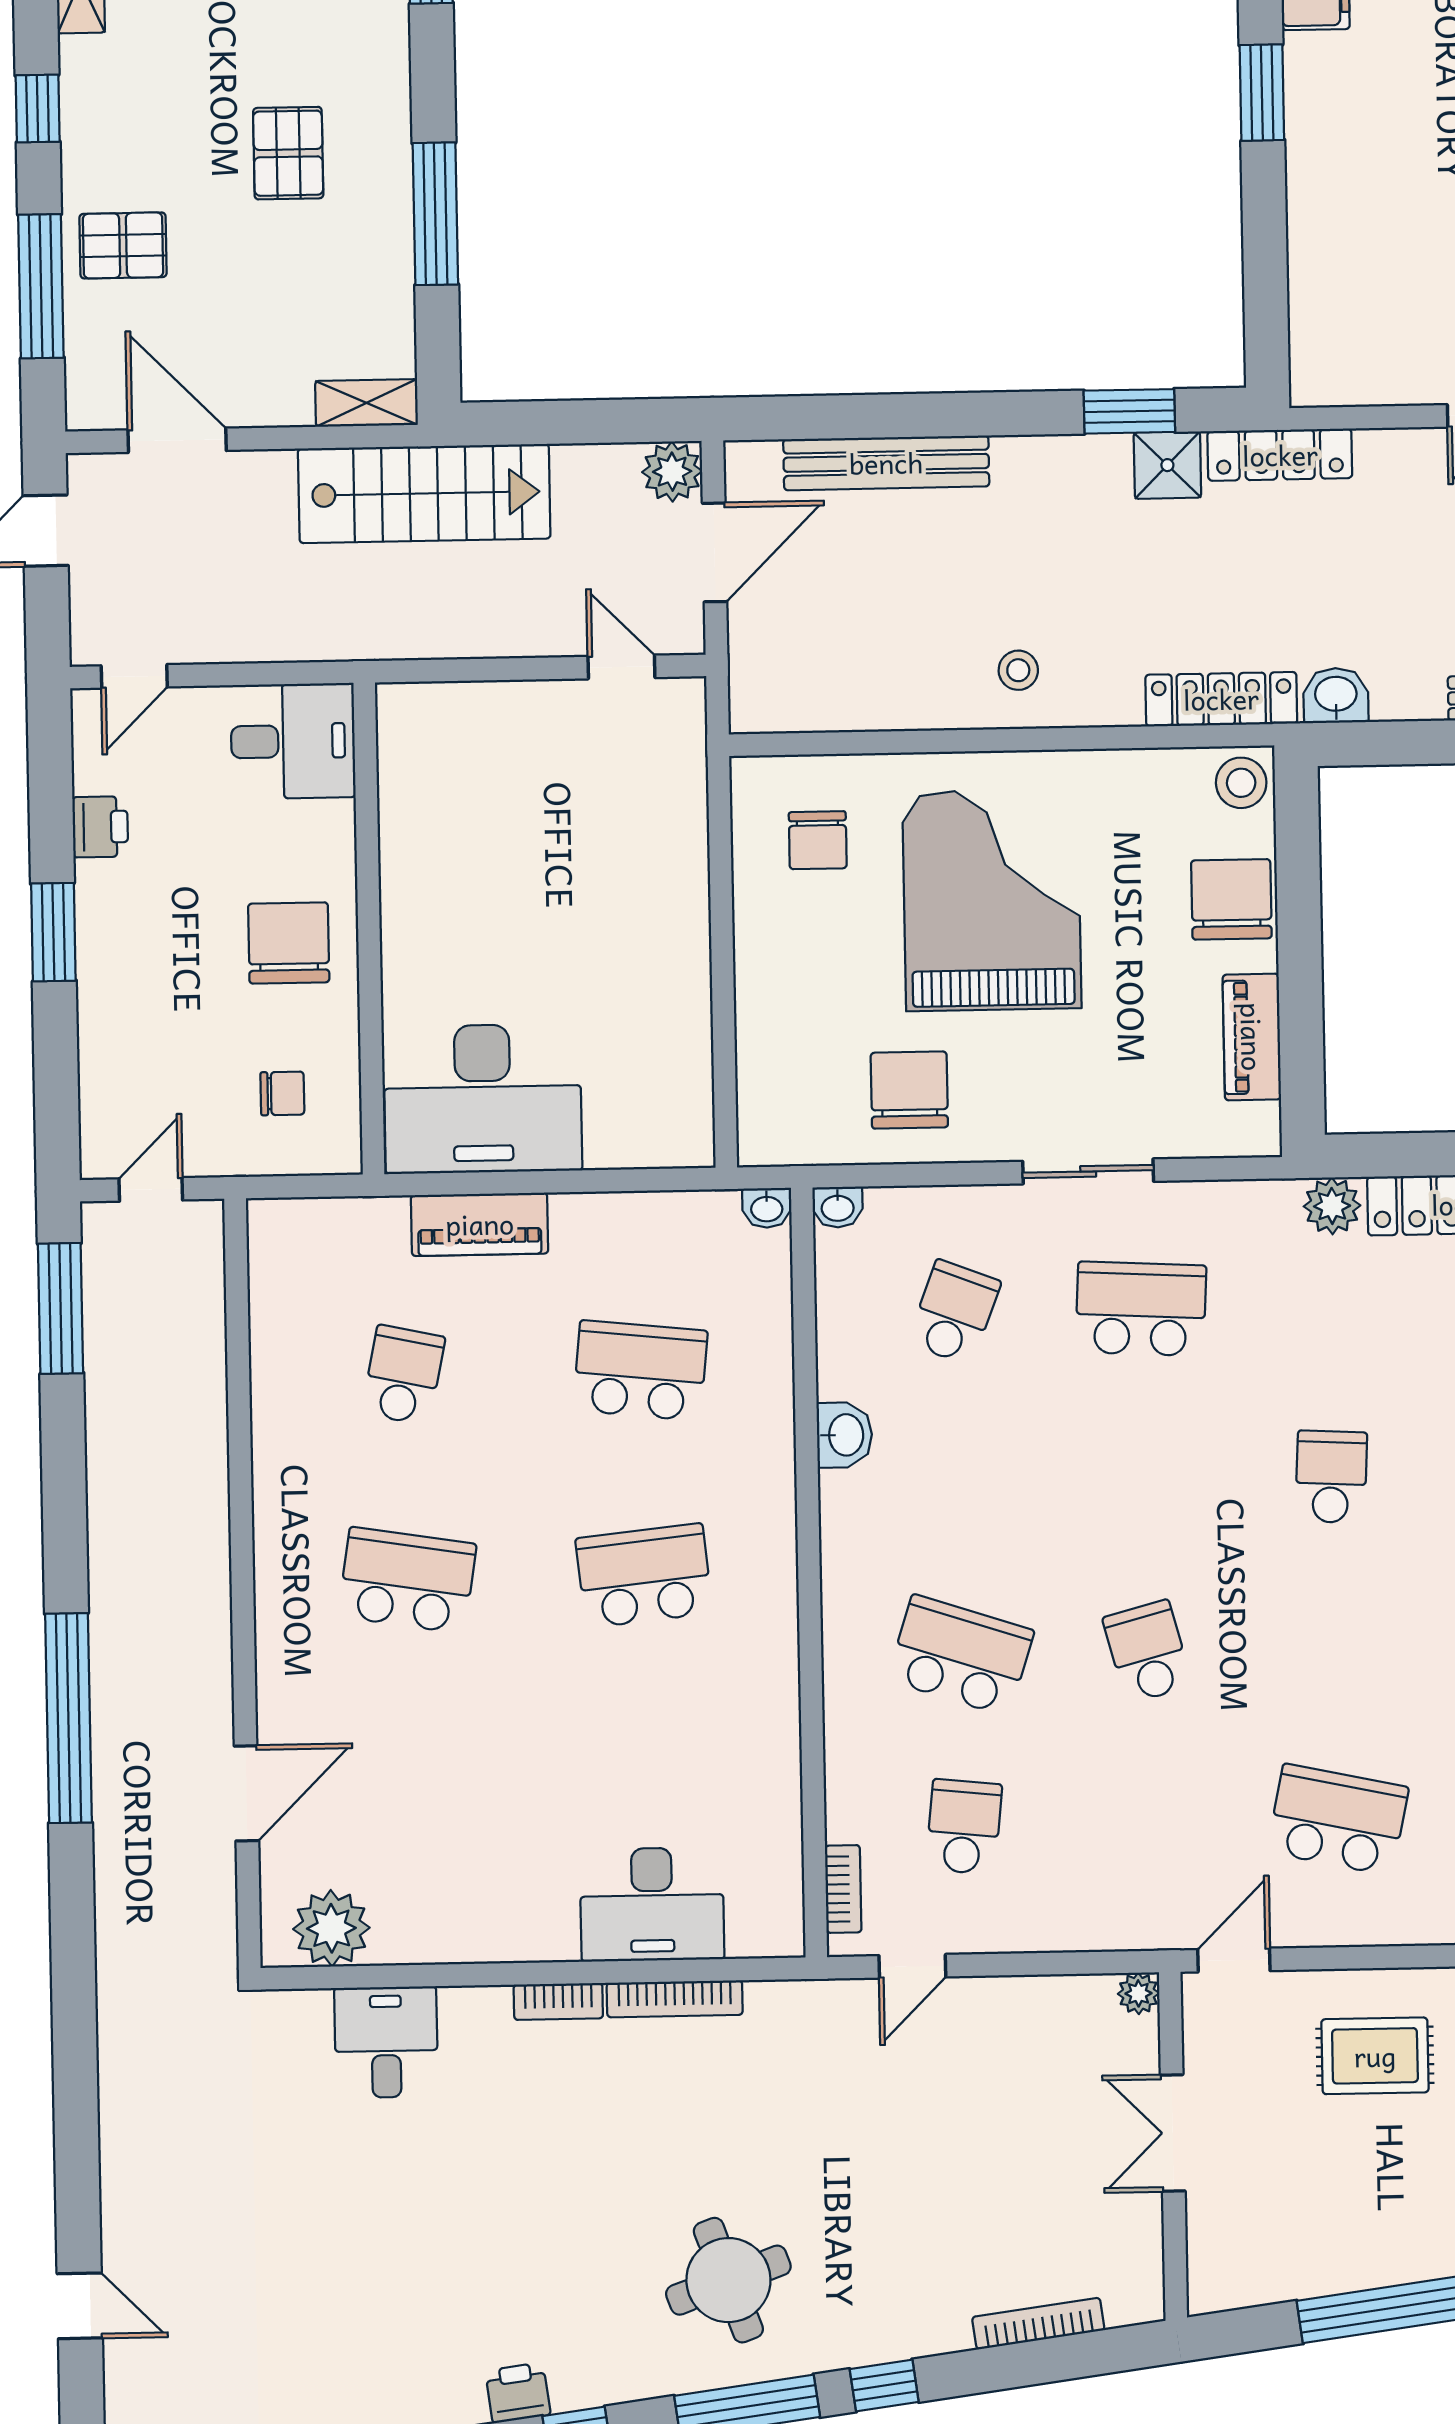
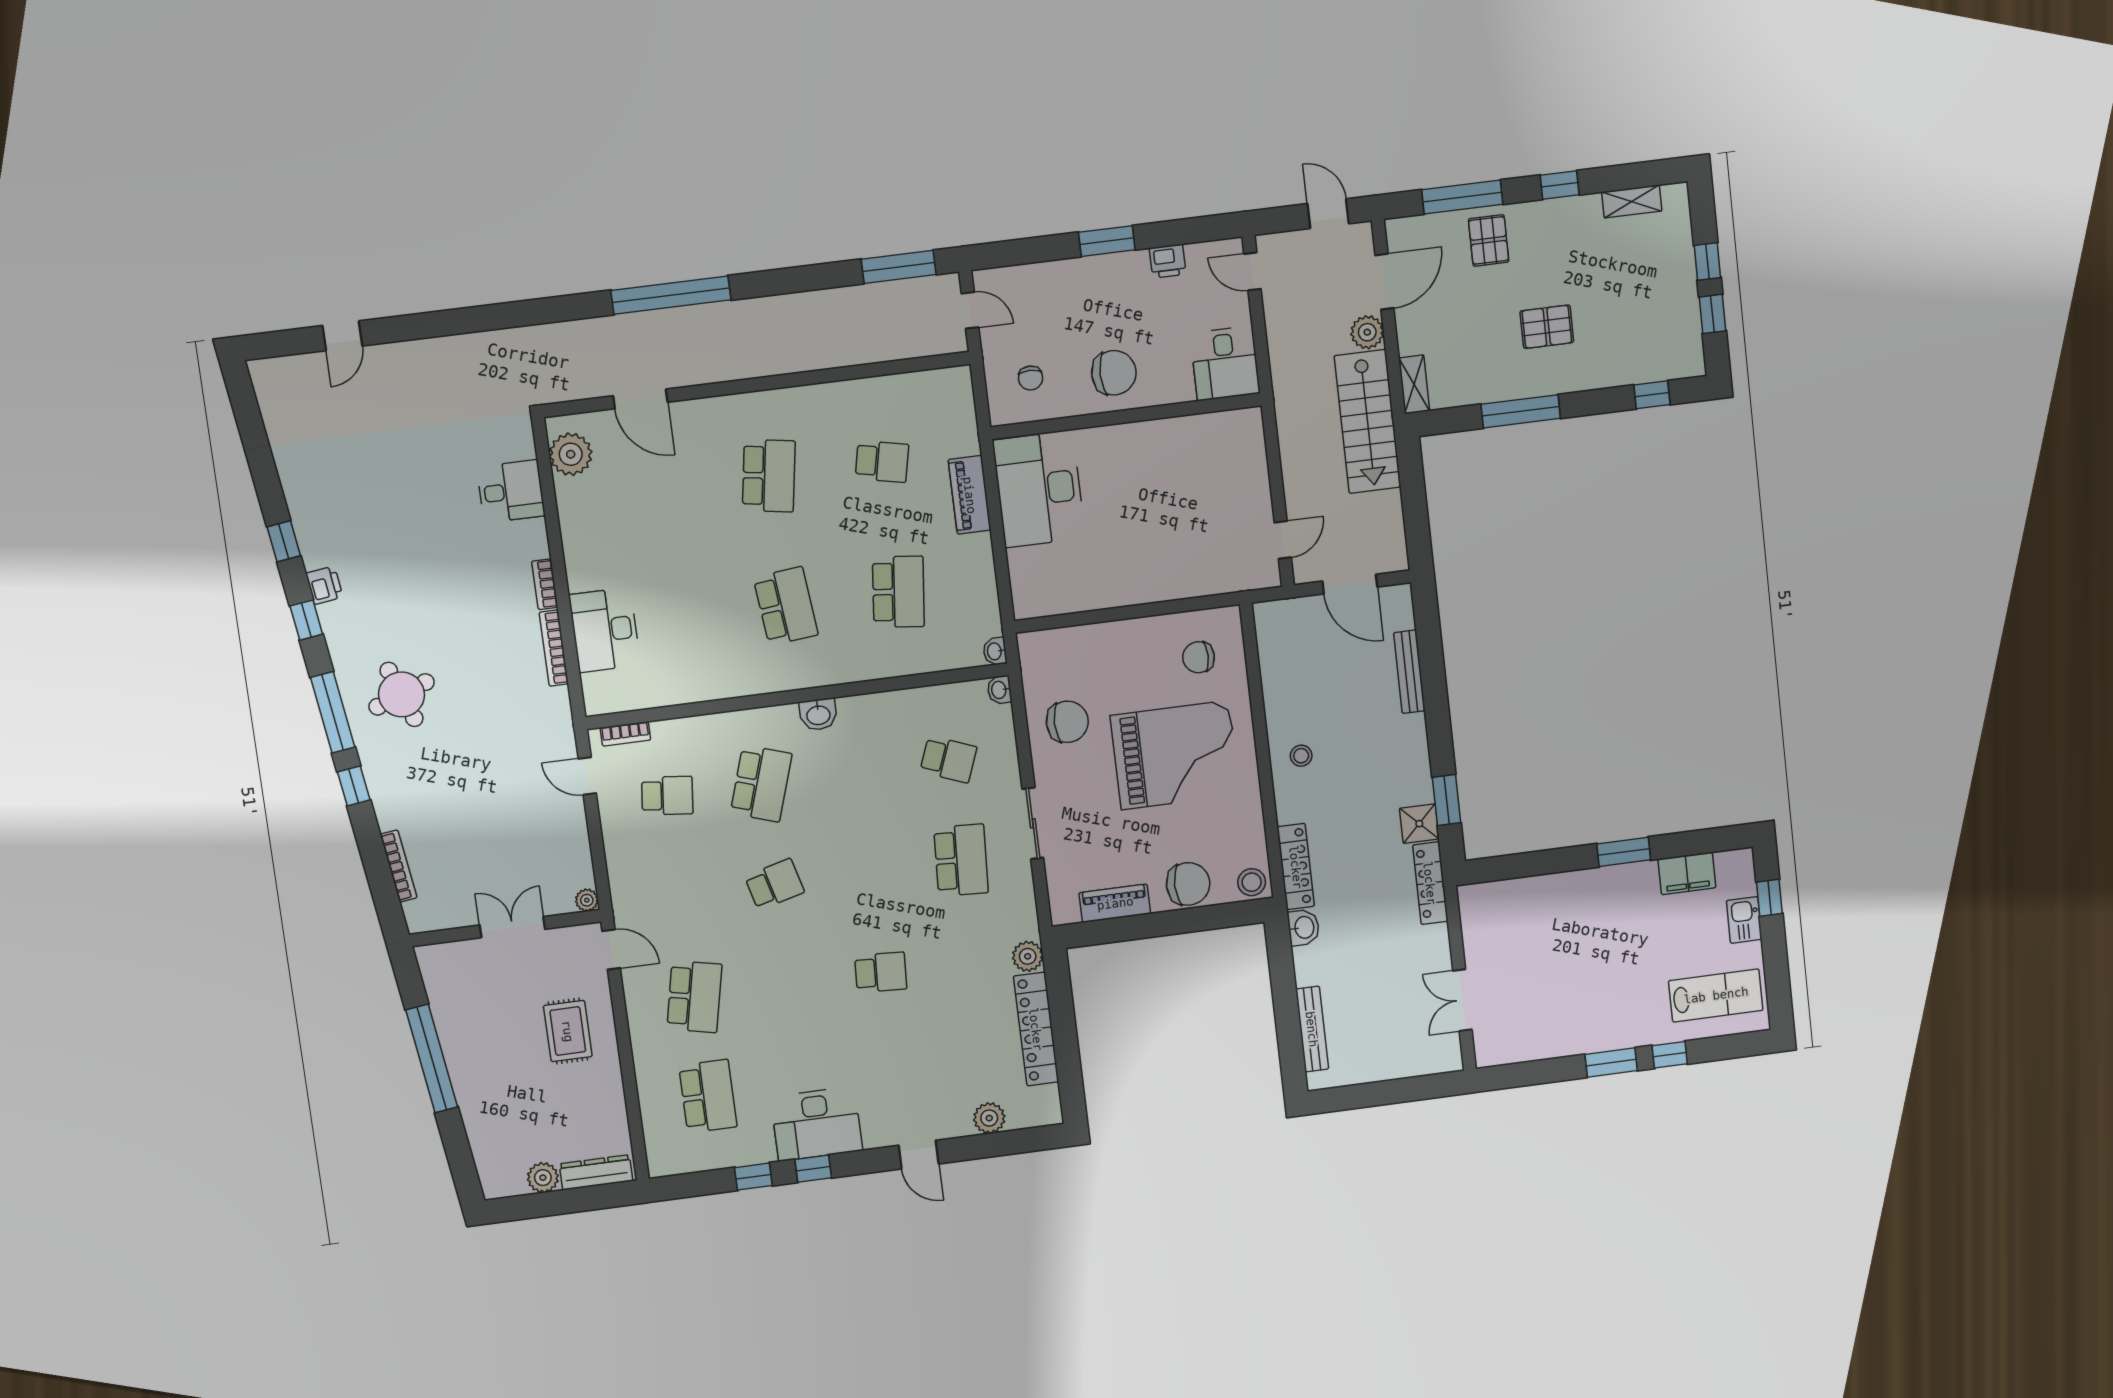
bench: (886, 463) -> (1409, 672), width x0.73, depth x0.82
plant: (672, 472) -> (1367, 332), moved
washbasin: (844, 1435) -> (818, 714), moved

